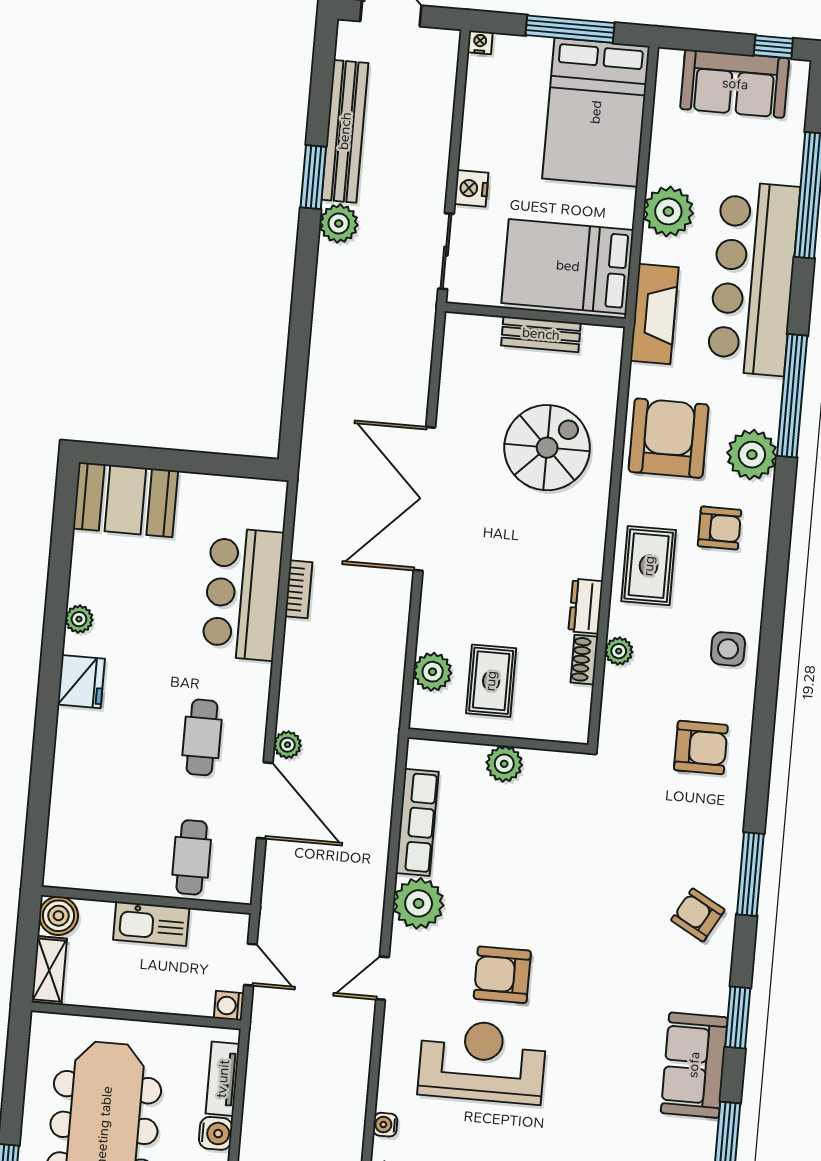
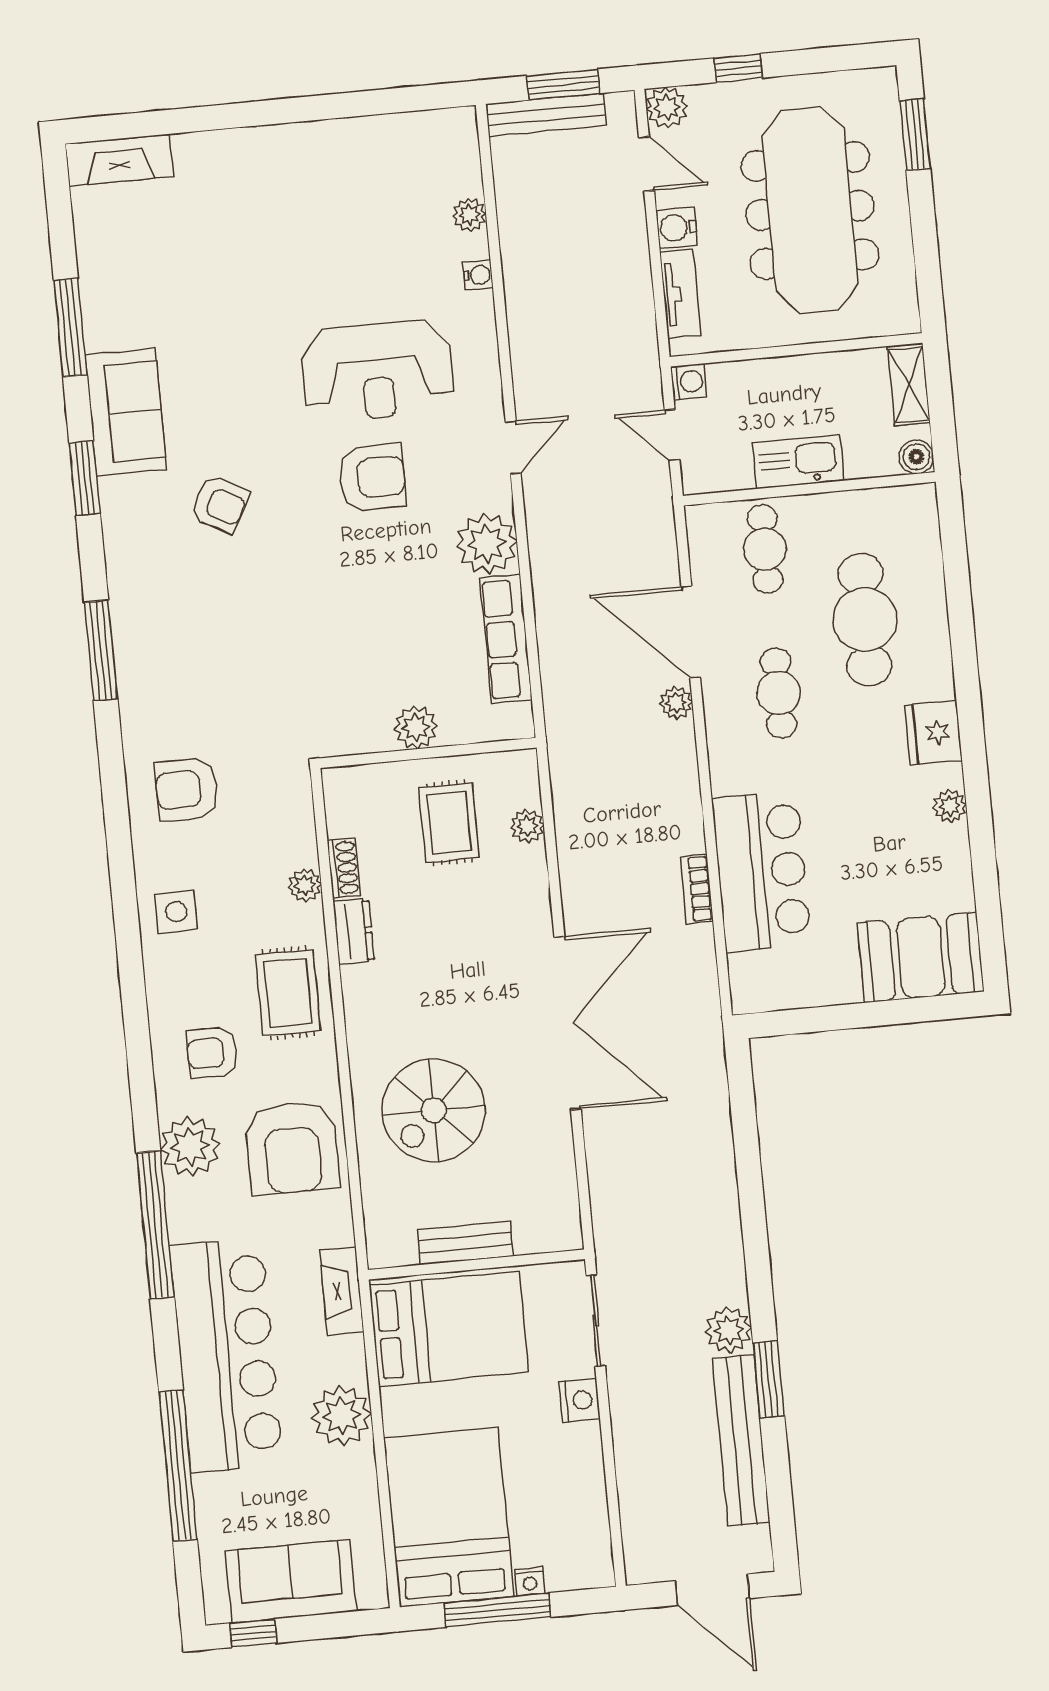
nightstand: (480, 42) -> (530, 1582), moved
fireplace: (654, 314) -> (342, 1291), width x0.73, depth x0.76
plant: (433, 672) -> (527, 826), width x0.73, depth x0.73
cafe table: (120, 784) -> (865, 620), added
armchair: (698, 915) -> (220, 504), moved
boiler: (58, 916) -> (916, 457), width x0.73, depth x0.73

